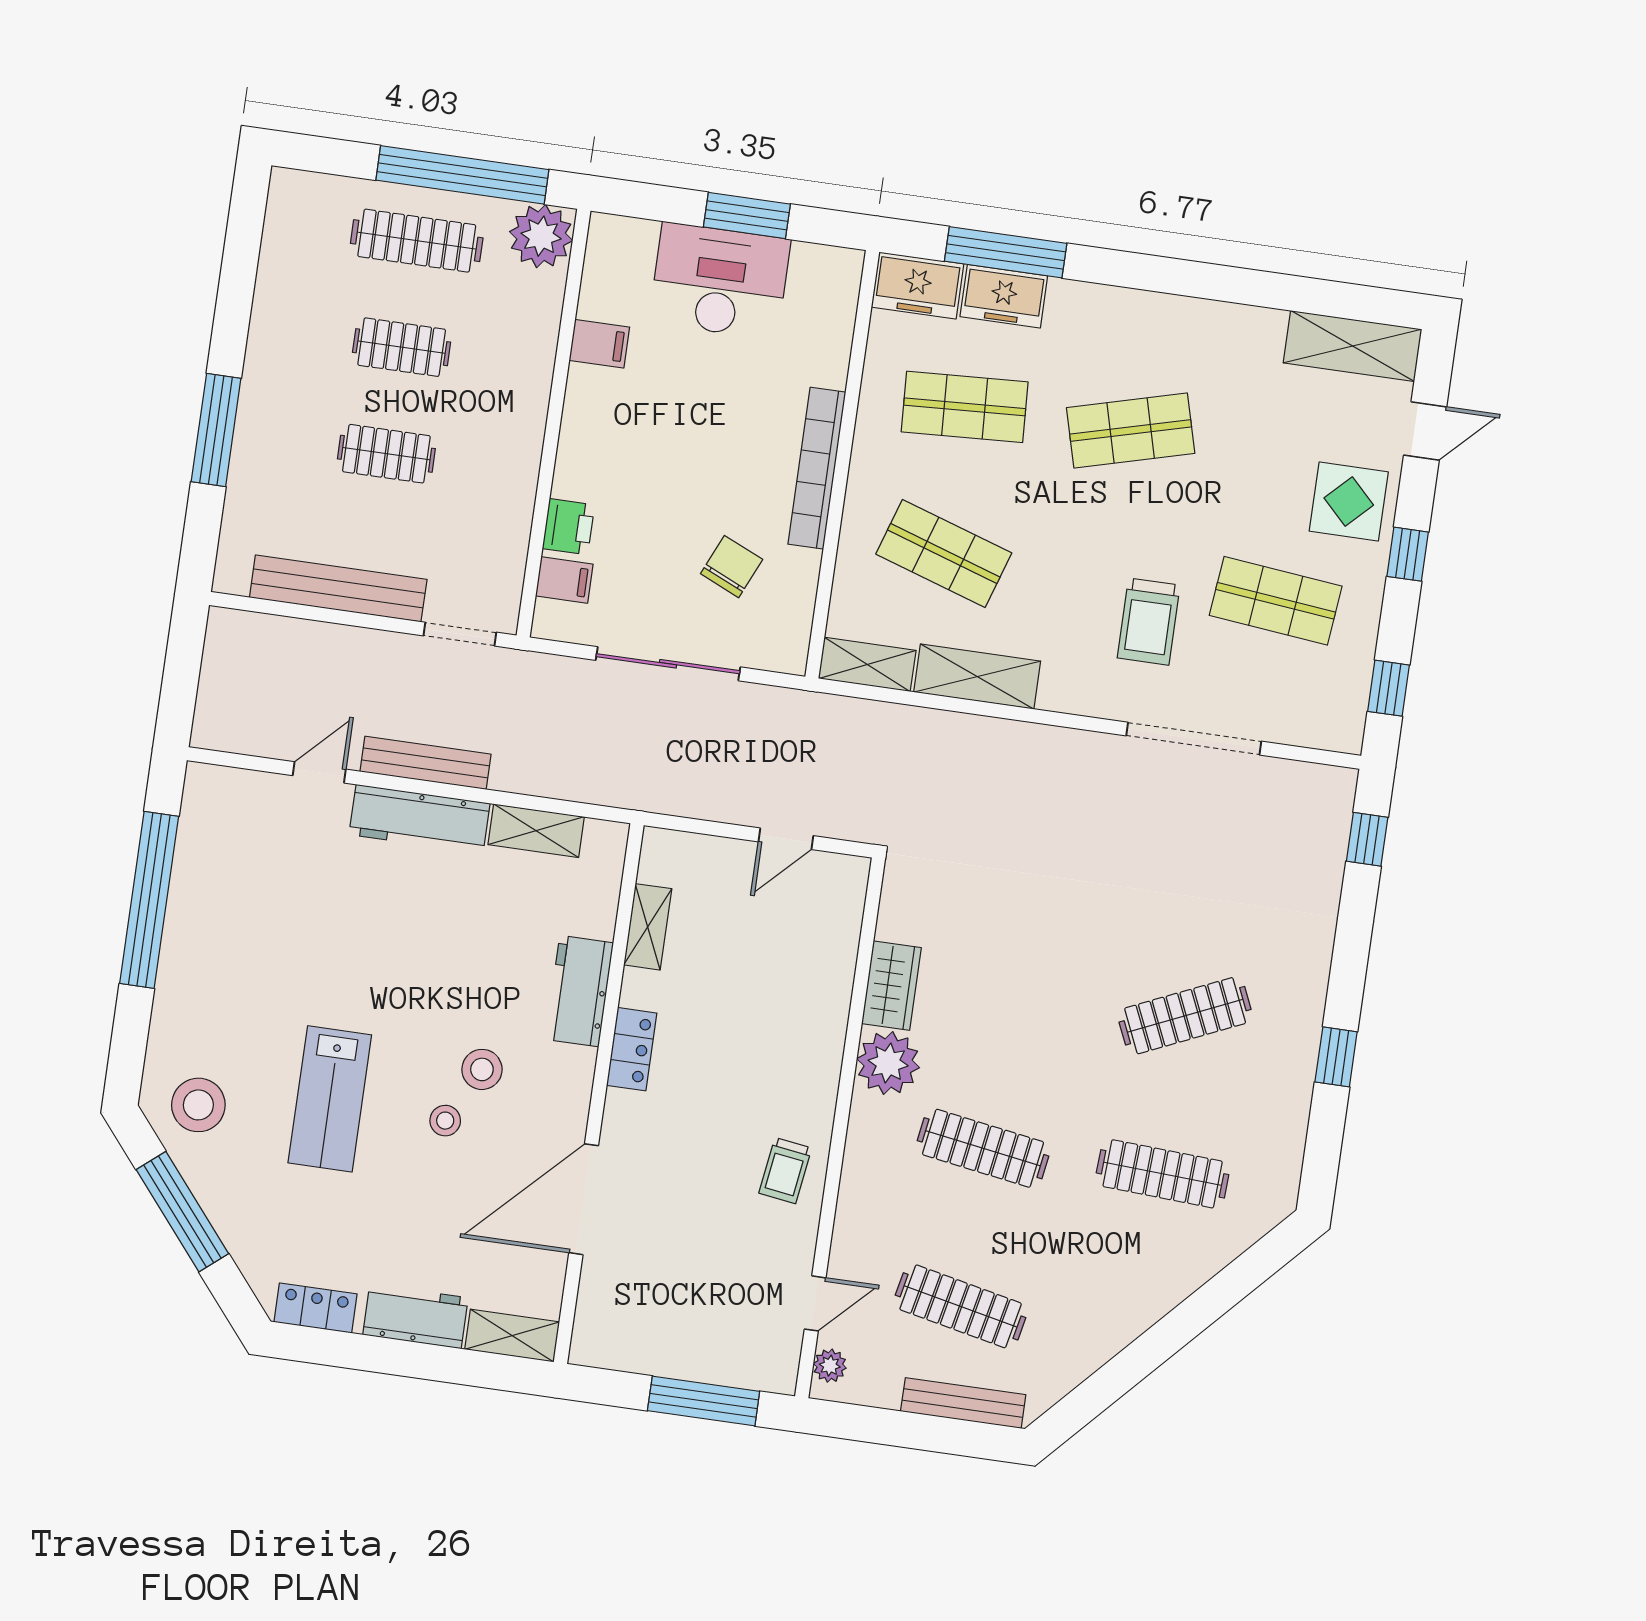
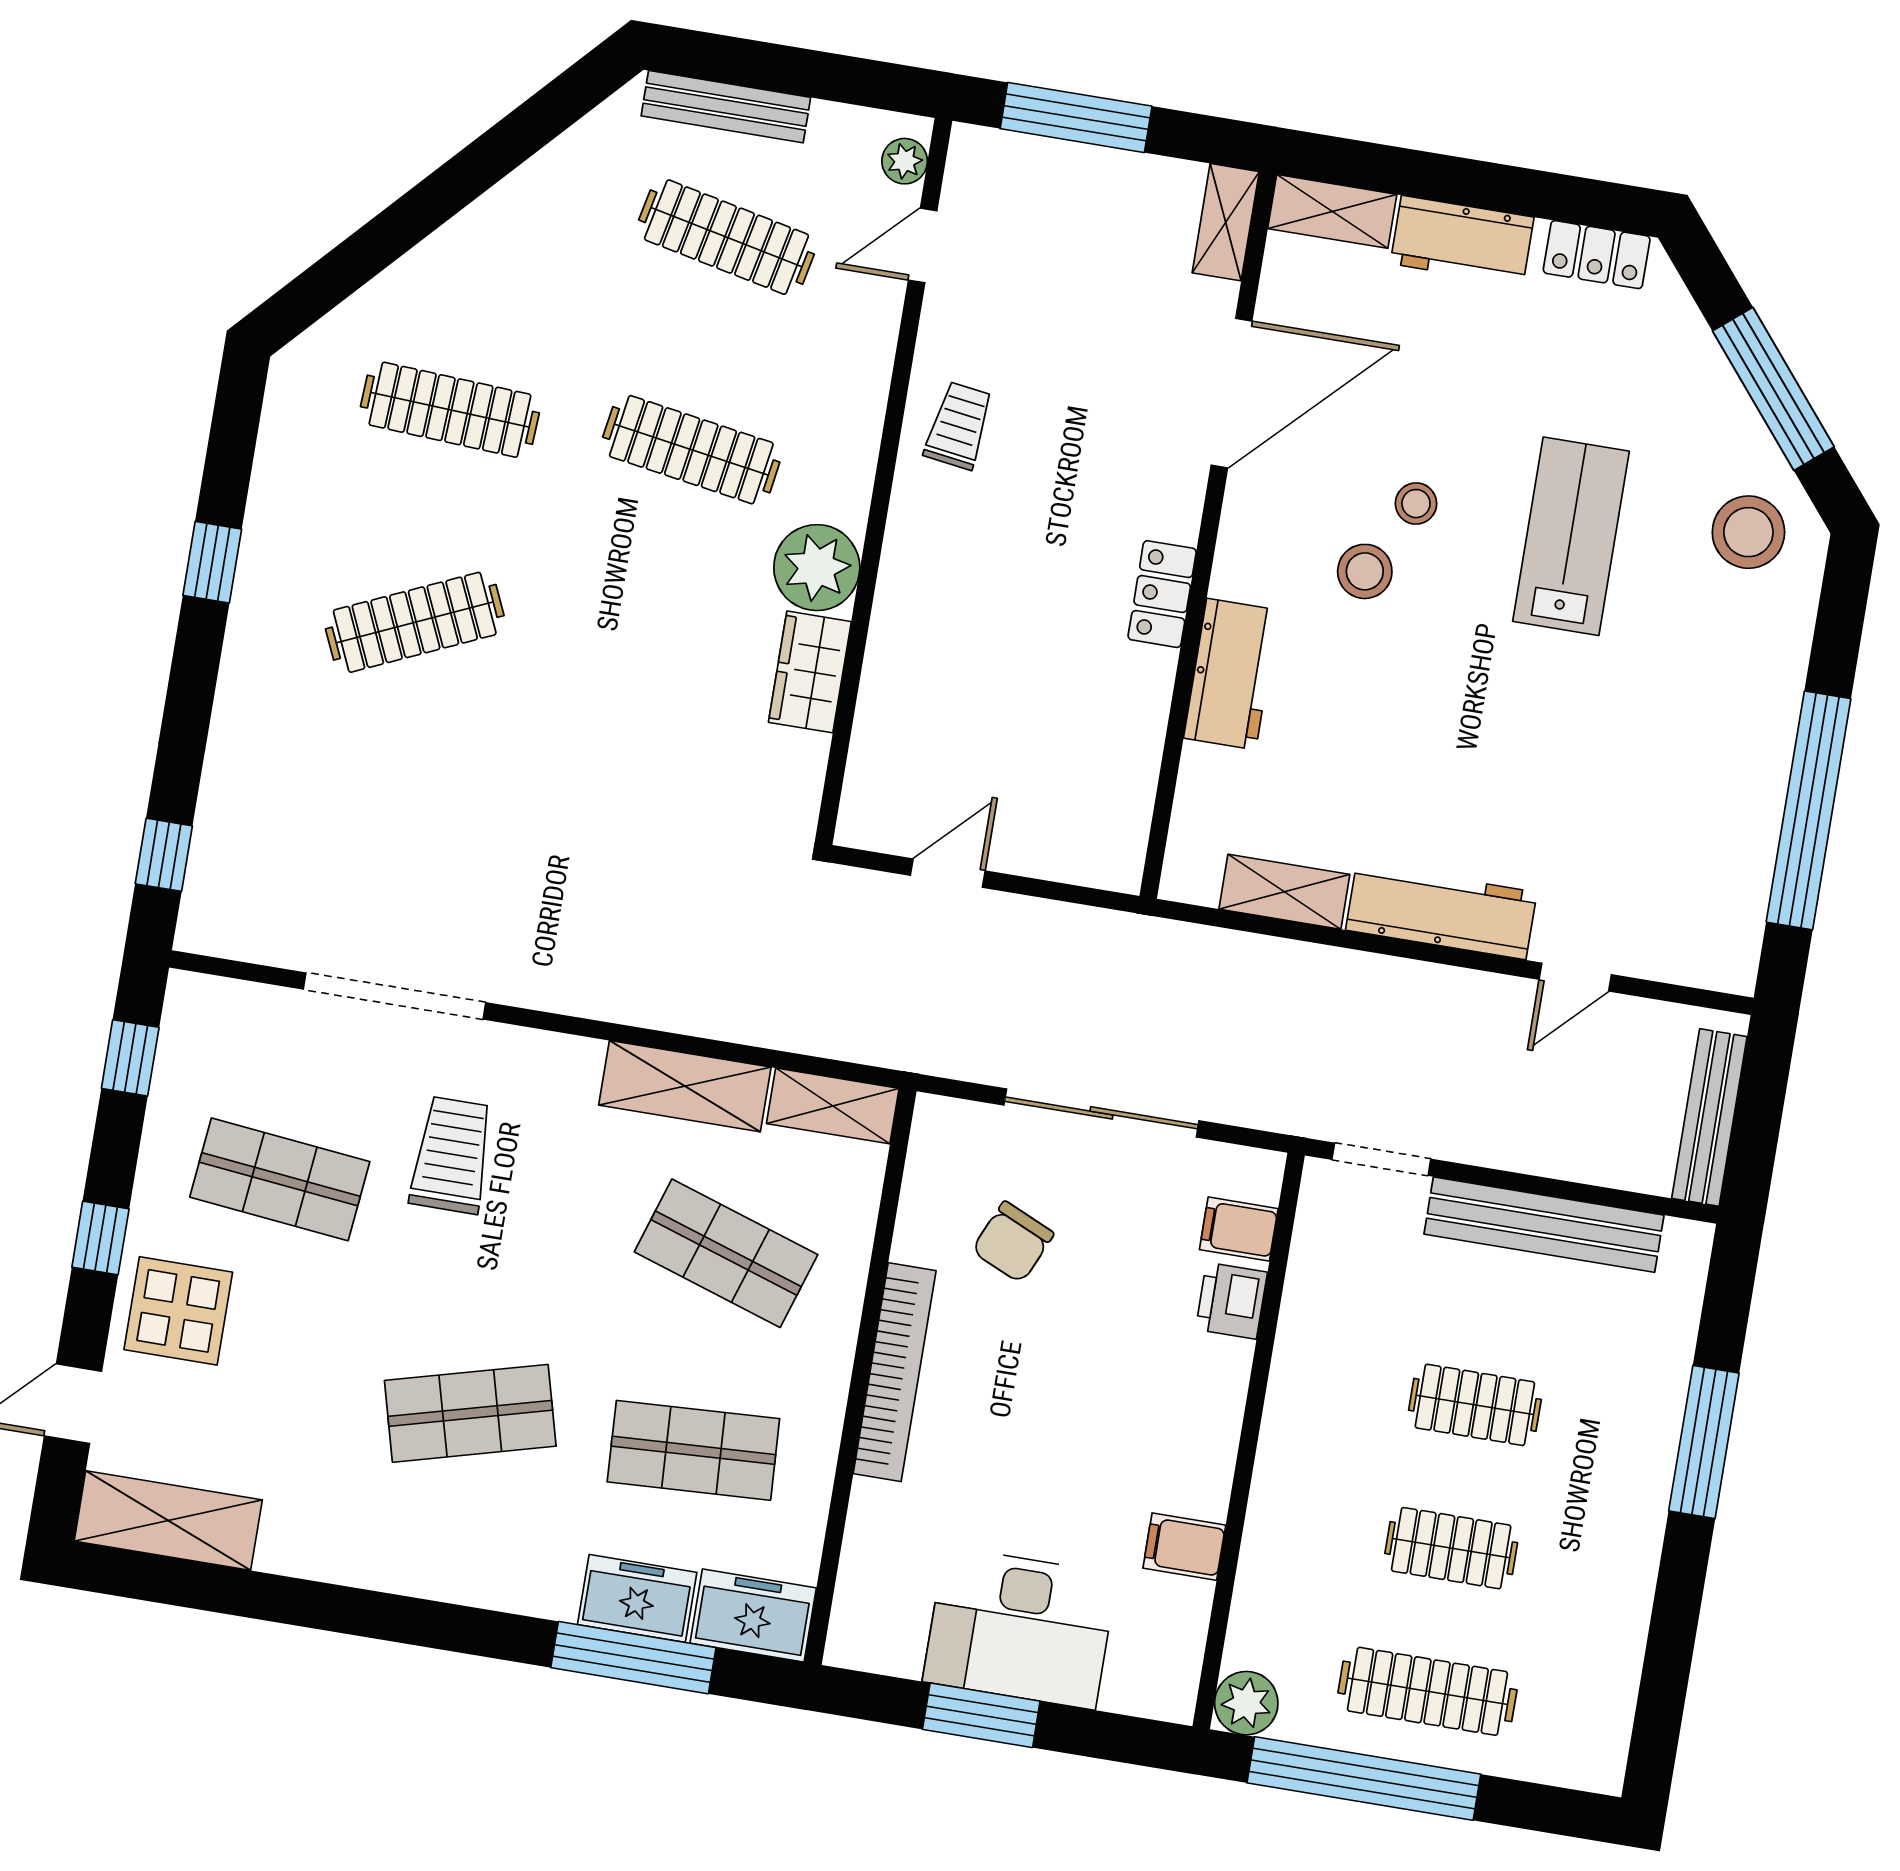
plant: (541, 236) -> (1246, 1703), width x0.73, depth x0.73
bench: (425, 763) -> (1709, 1117), moved, turned 90
shelving: (648, 927) -> (1226, 222), moved

